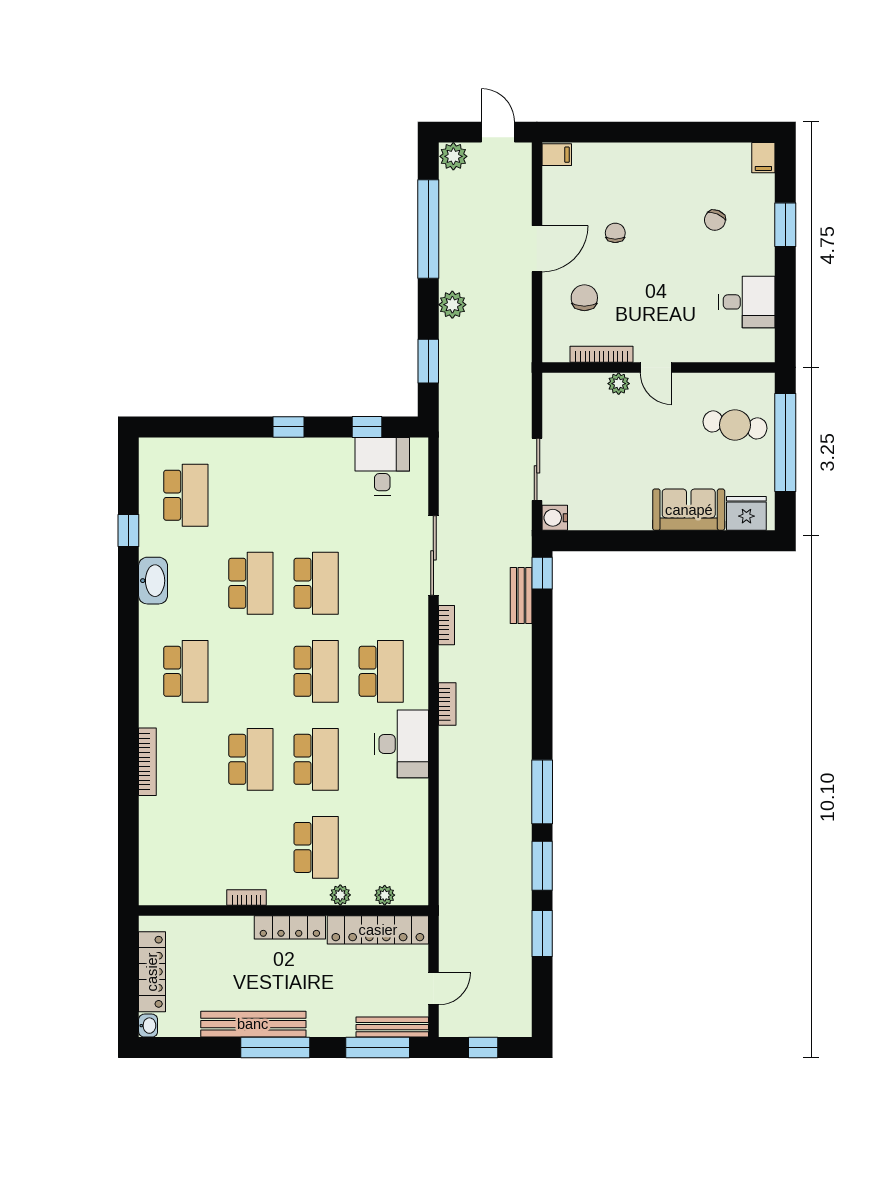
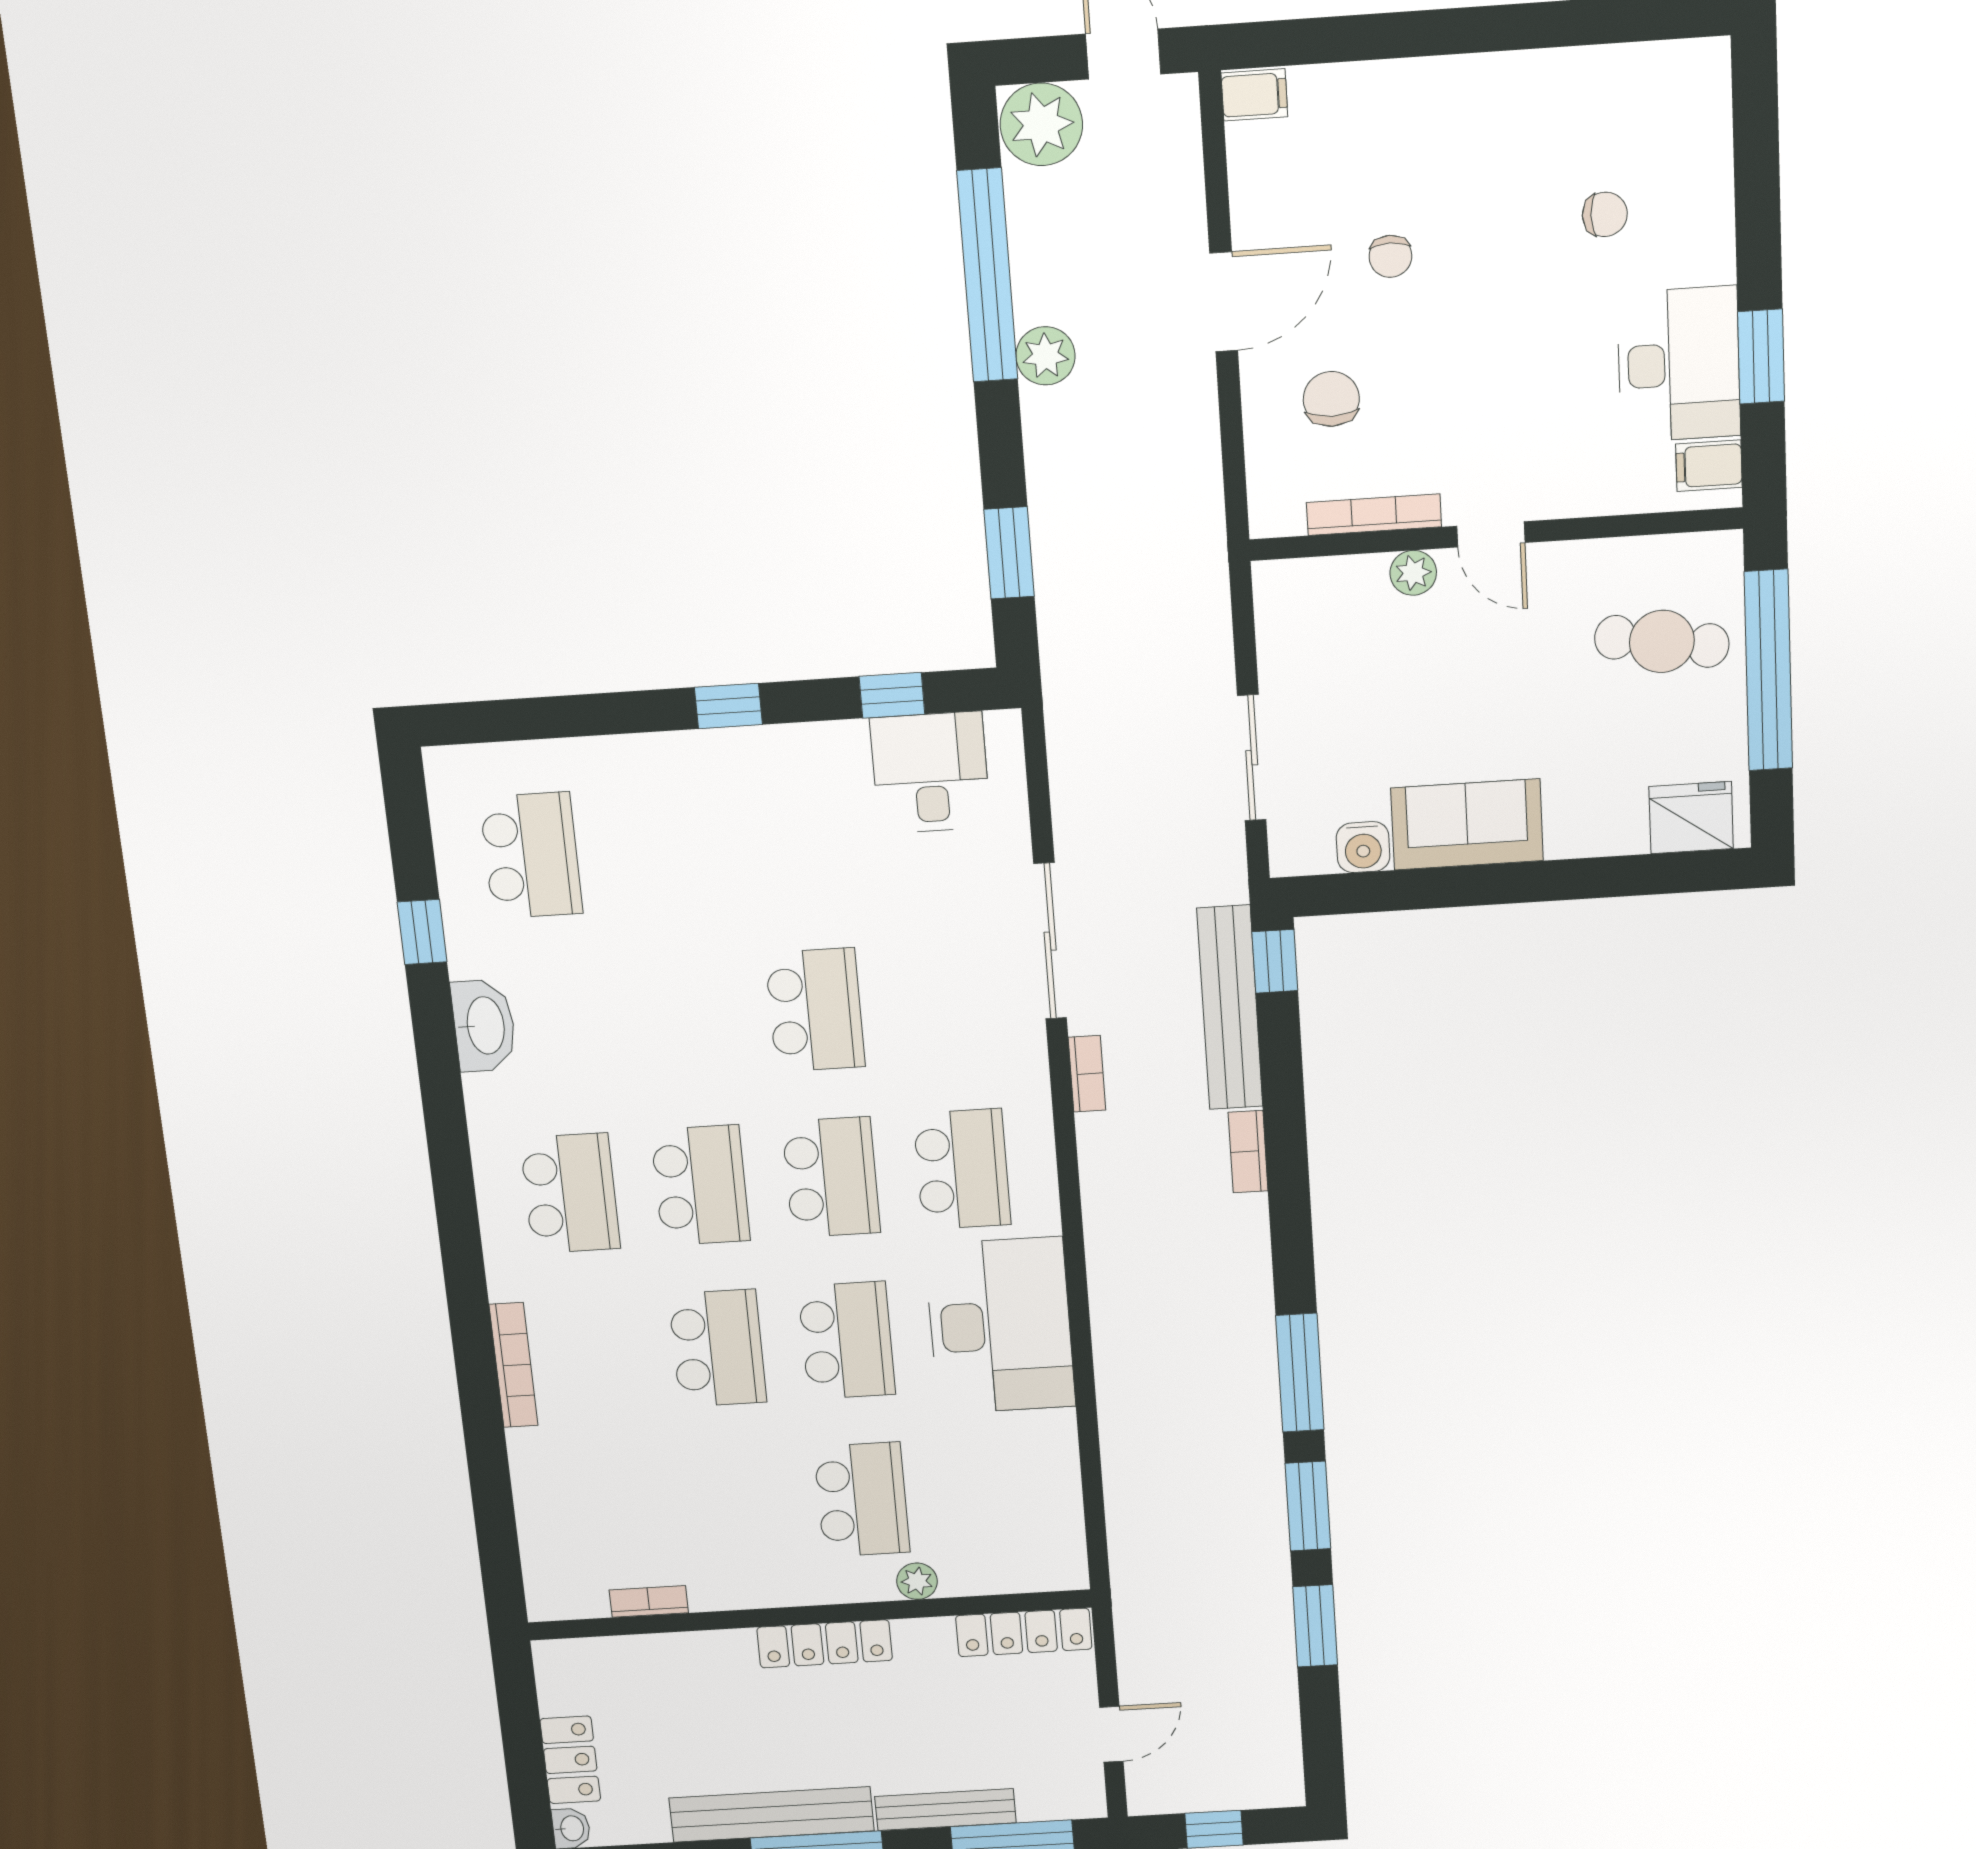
plant: (453, 156) -> (1041, 124), width x1.36, depth x1.36
filing cabinet: (763, 158) -> (1709, 466), moved, turned 90
chair: (715, 220) -> (1605, 214), turned -113
window: (785, 225) -> (1761, 356), moved
chair: (615, 233) -> (1390, 256), turned 180
desk: (747, 302) -> (1679, 364), width x1.37
plant: (452, 305) -> (1045, 356), moved
sofa: (689, 510) -> (1467, 824), moved
water cooler: (555, 518) -> (1363, 847), moved, turned -90
school desk: (251, 583) -> (701, 1185), moved
bench: (521, 595) -> (1230, 1008), width x1.86, depth x1.21
bookcase: (447, 704) -> (1248, 1152), moved, turned 180
desk: (402, 744) -> (1000, 1326), width x1.36, depth x1.30
plant: (385, 895) -> (1004, 1577), removed
bookcase: (247, 897) -> (649, 1601), moved
locker: (378, 930) -> (1024, 1632), width x0.71, depth x0.83
locker: (152, 972) -> (570, 1760), width x0.66
bench: (392, 1027) -> (946, 1810), moved

